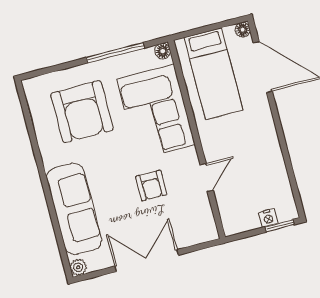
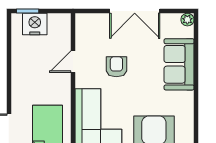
sofa: (74, 209) -> (179, 64), width x0.73
nightstand: (268, 218) -> (35, 24), width x1.89, depth x1.79

